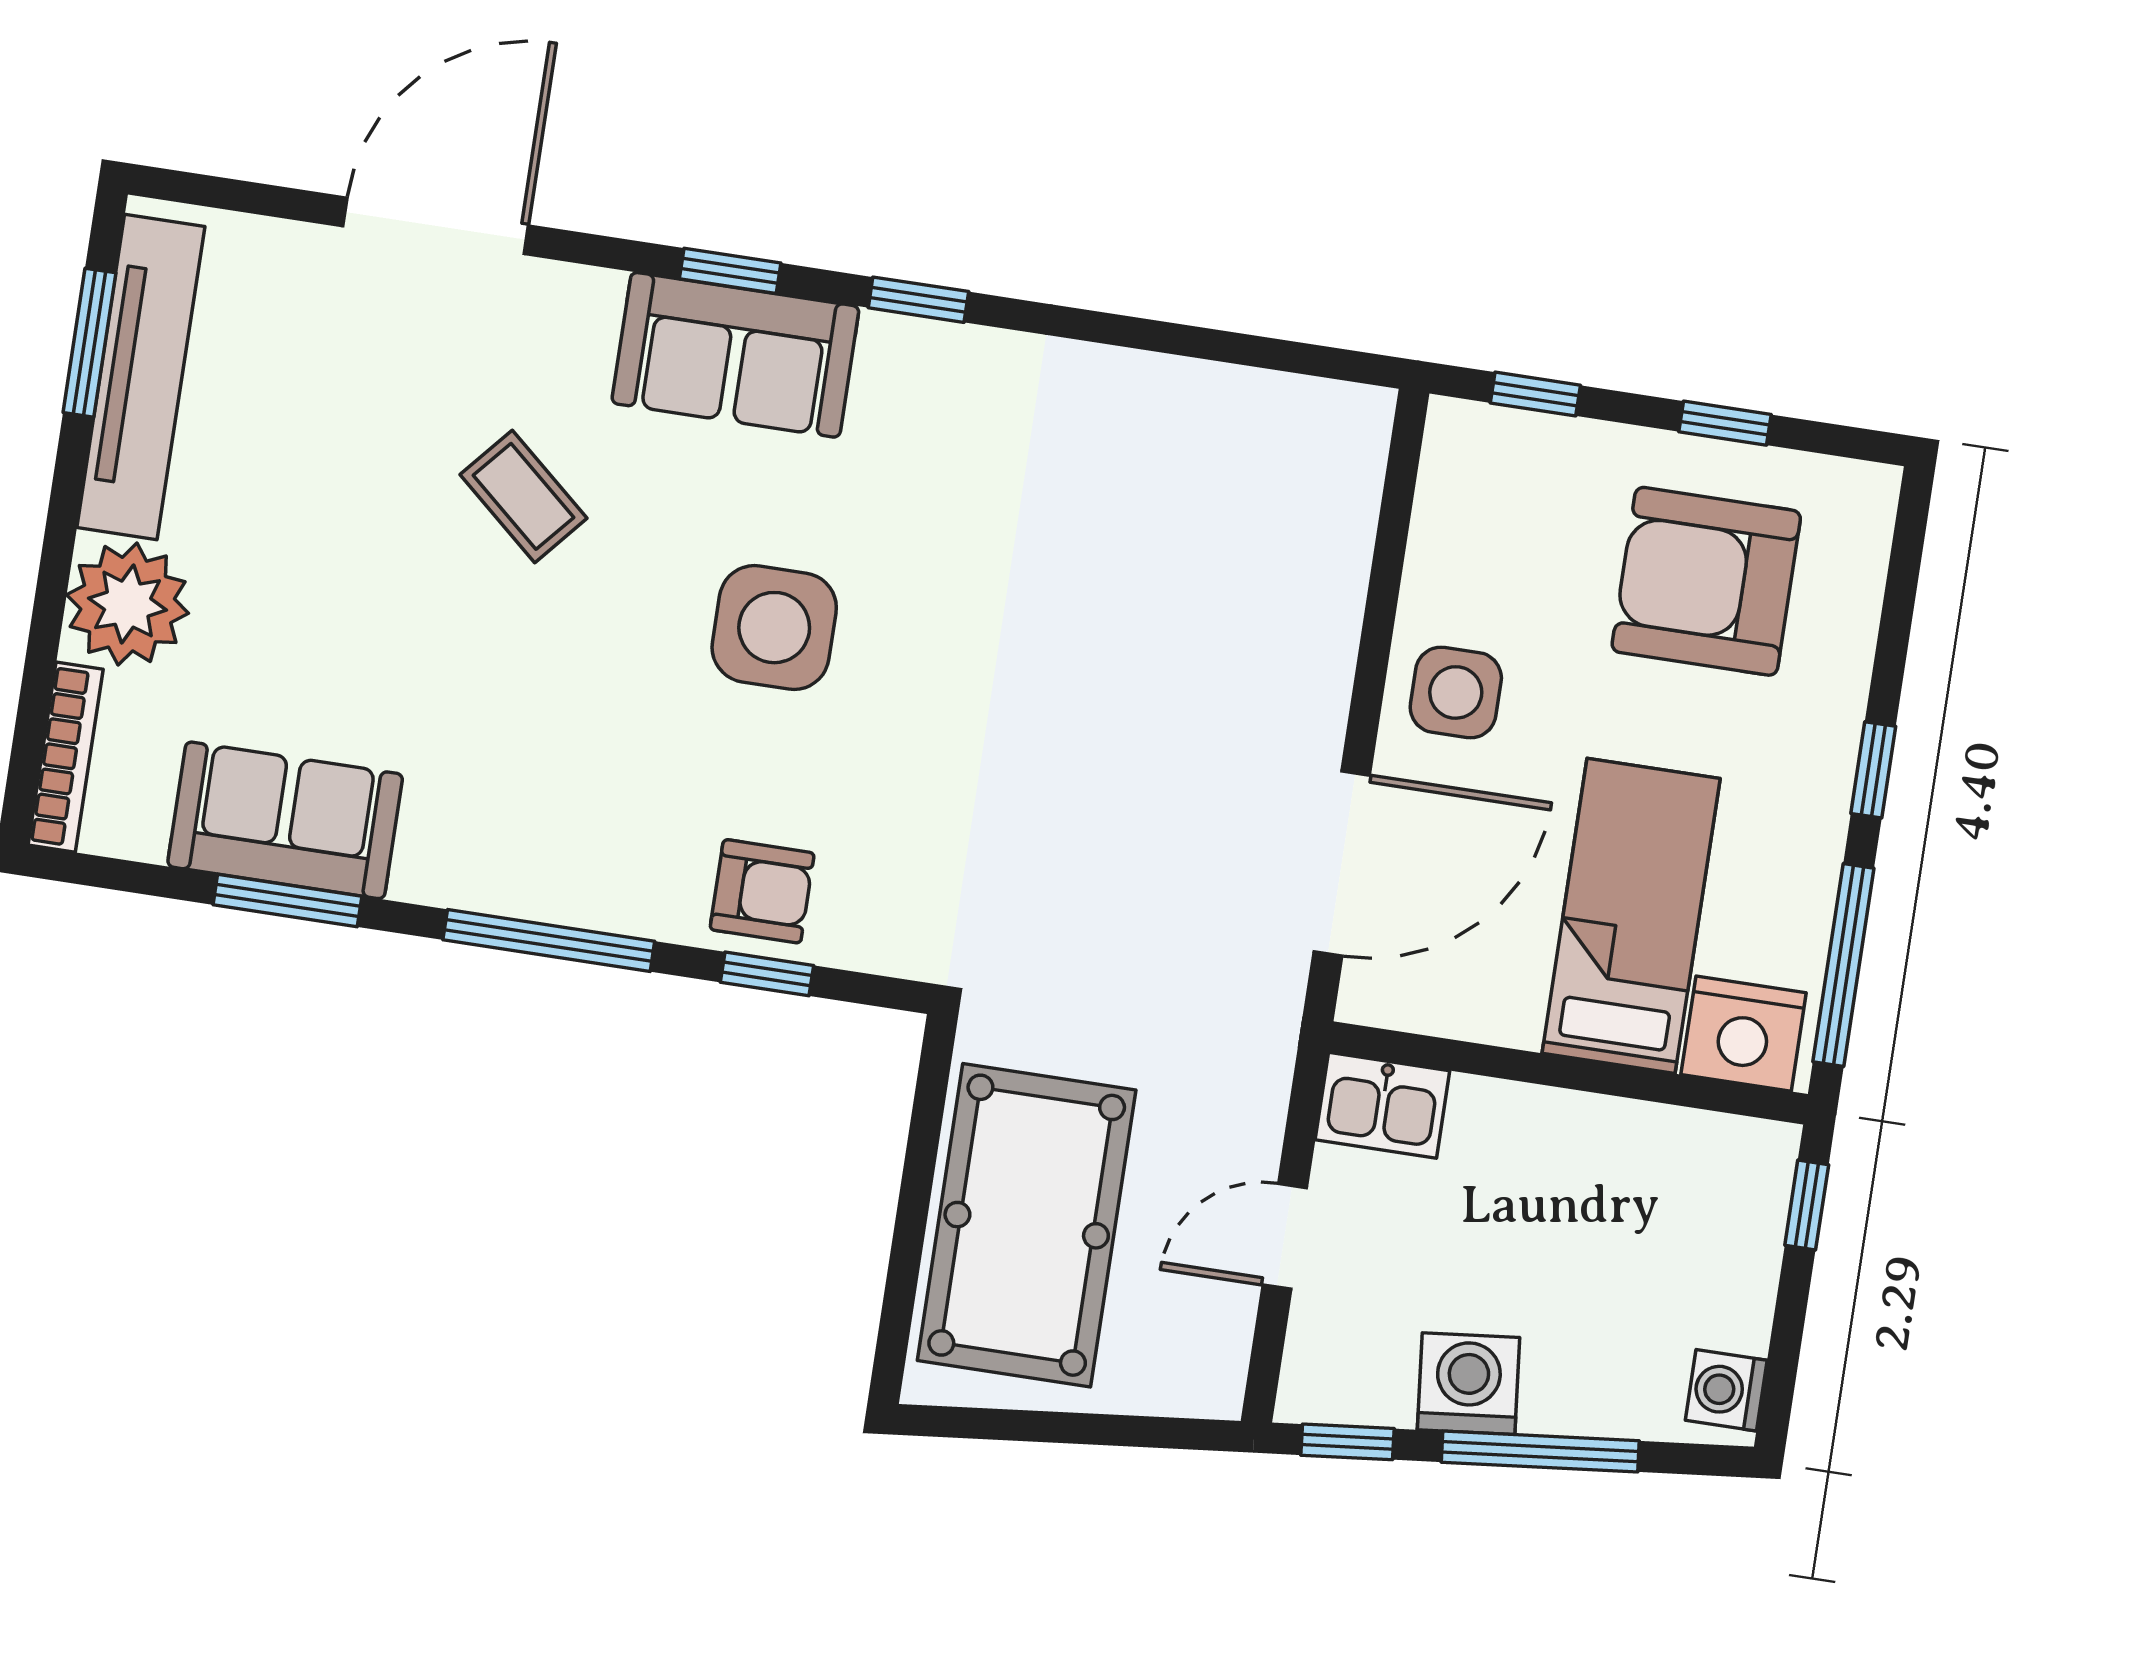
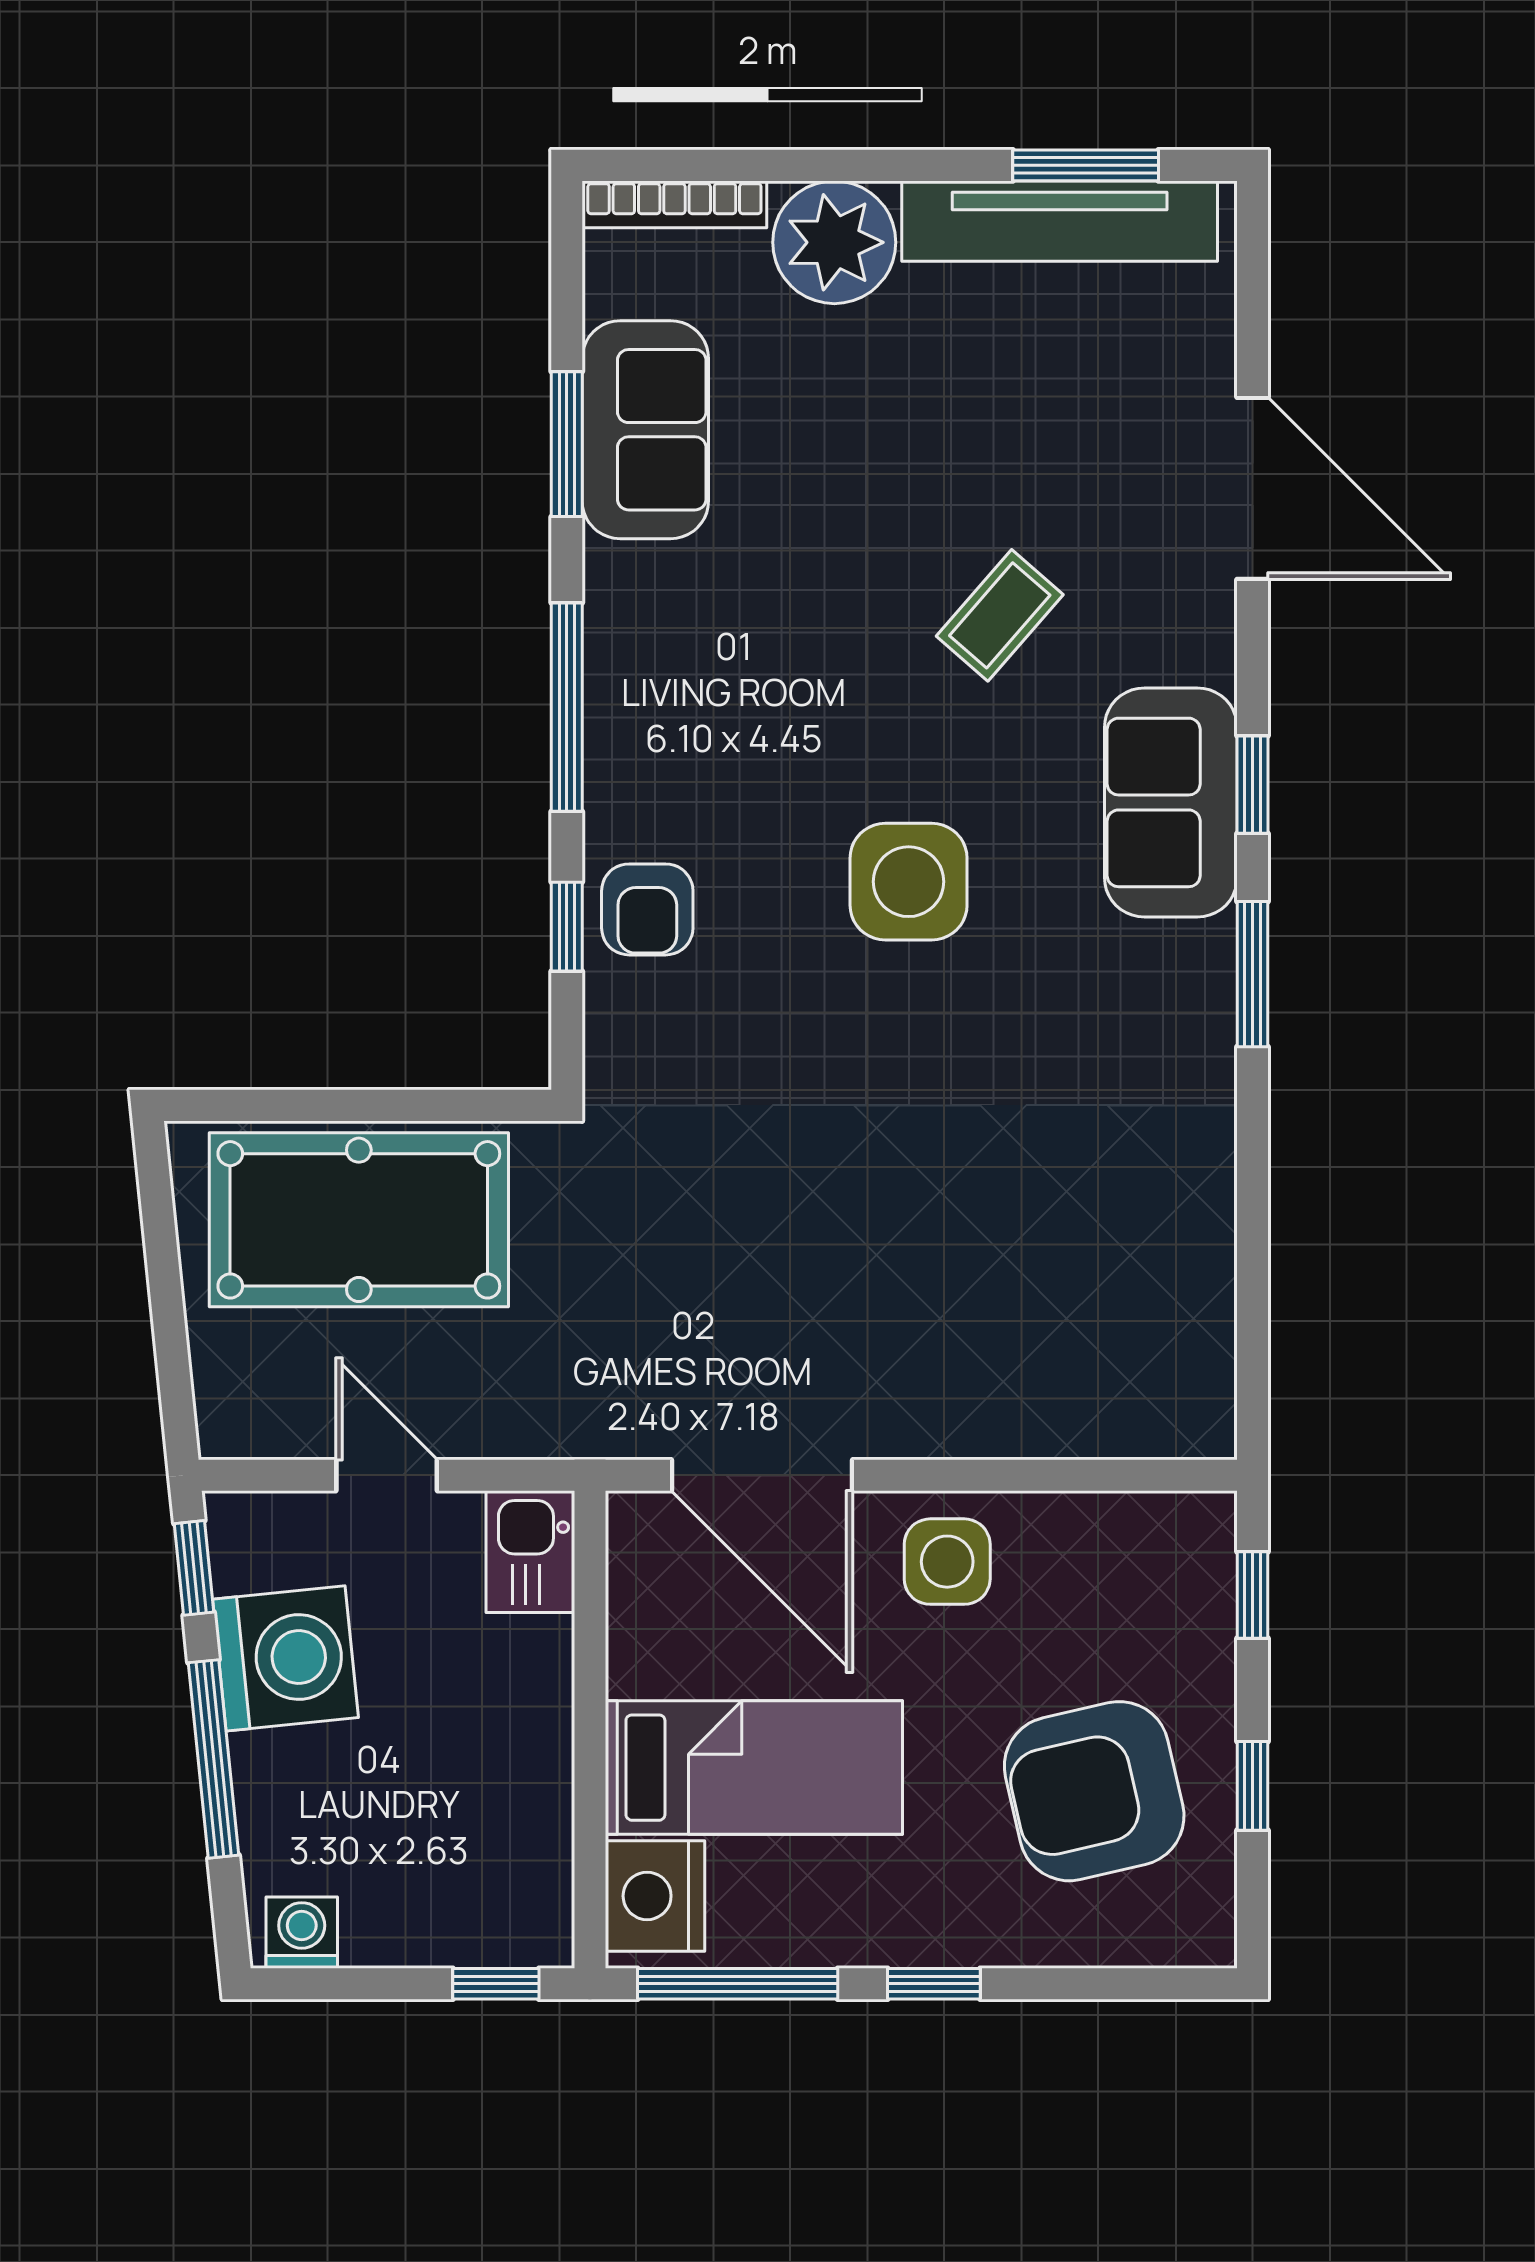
window: (918, 300) -> (1253, 974), width x1.50
armchair: (1706, 581) -> (1094, 1791), turned -103
washing machine: (1468, 1384) -> (286, 1658), width x1.37, depth x1.37

